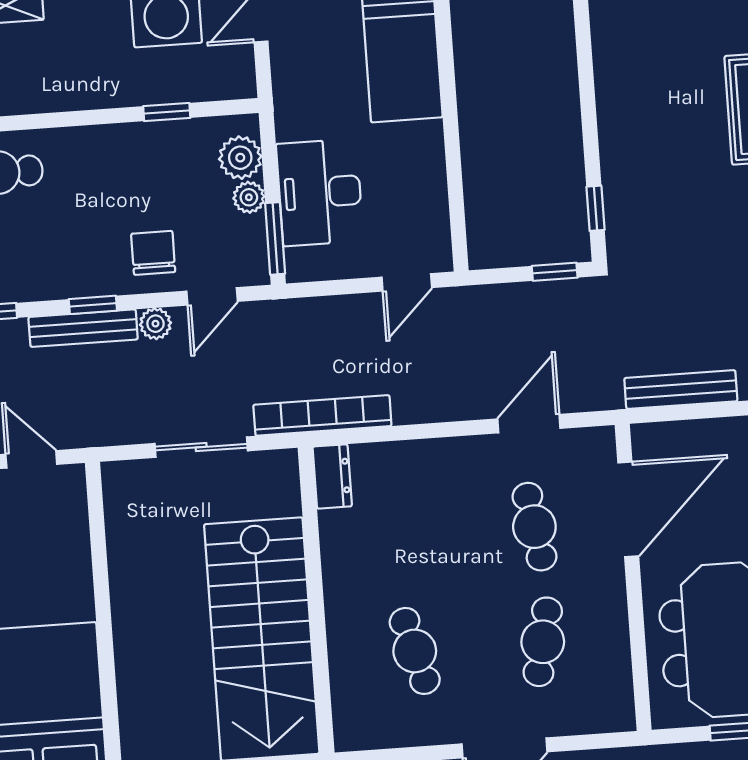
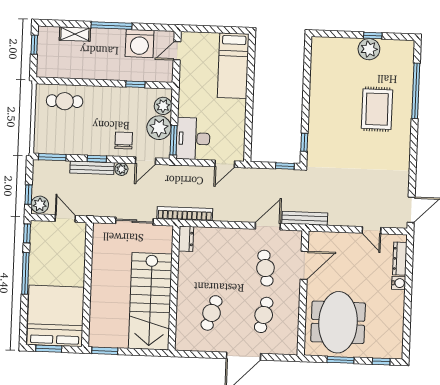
desk: (320, 192) -> (193, 139), moved
plant: (249, 197) -> (159, 128), width x1.87, depth x1.87
bench: (681, 390) -> (305, 218), moved
door: (628, 509) -> (304, 265), width x0.73
cafe table: (415, 651) -> (212, 313), turned 33

